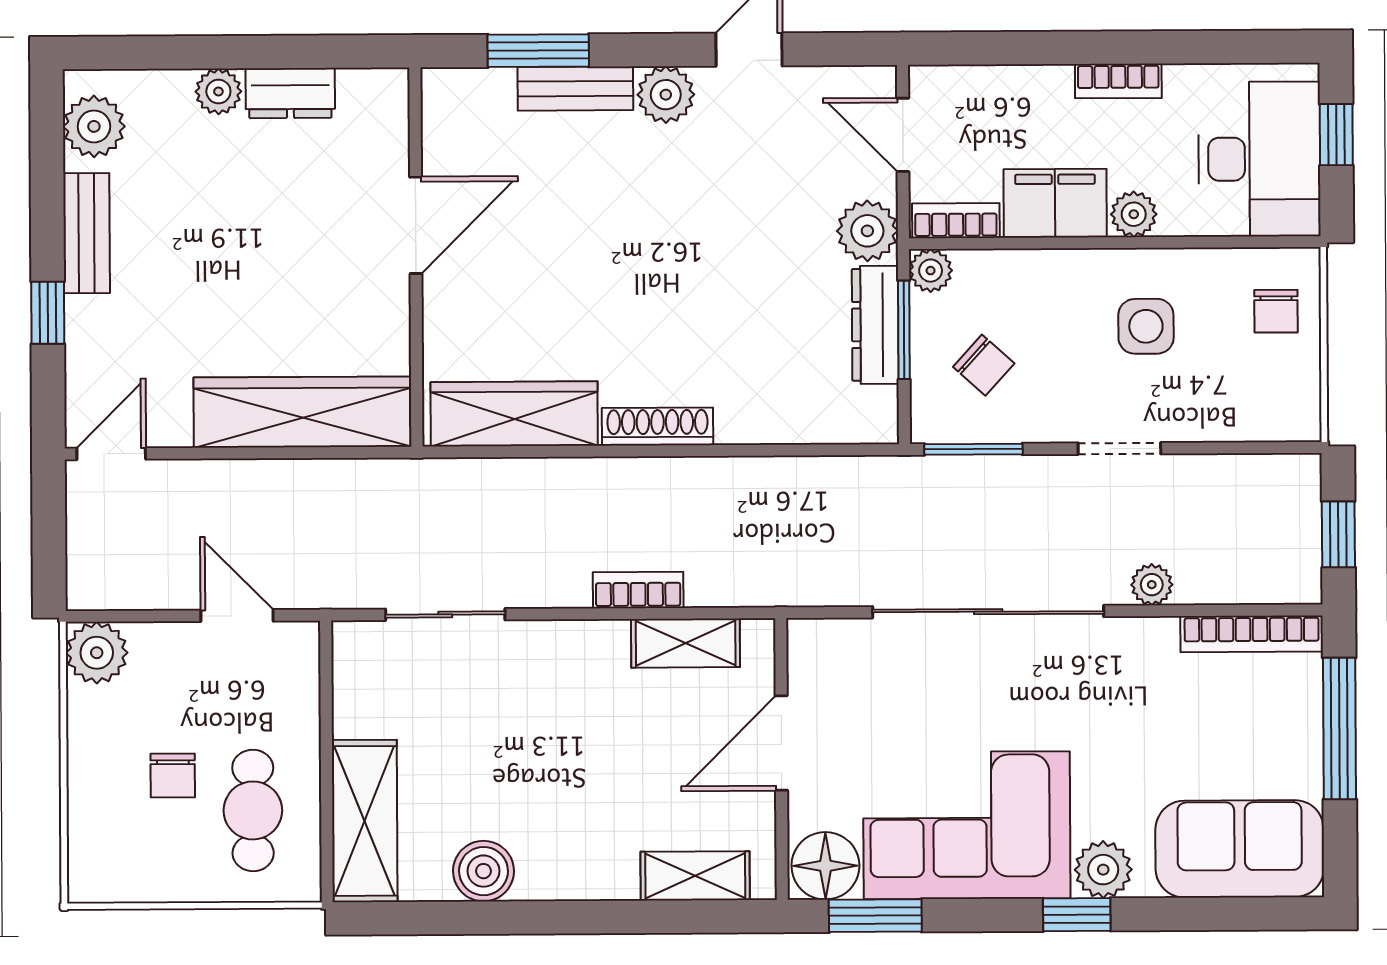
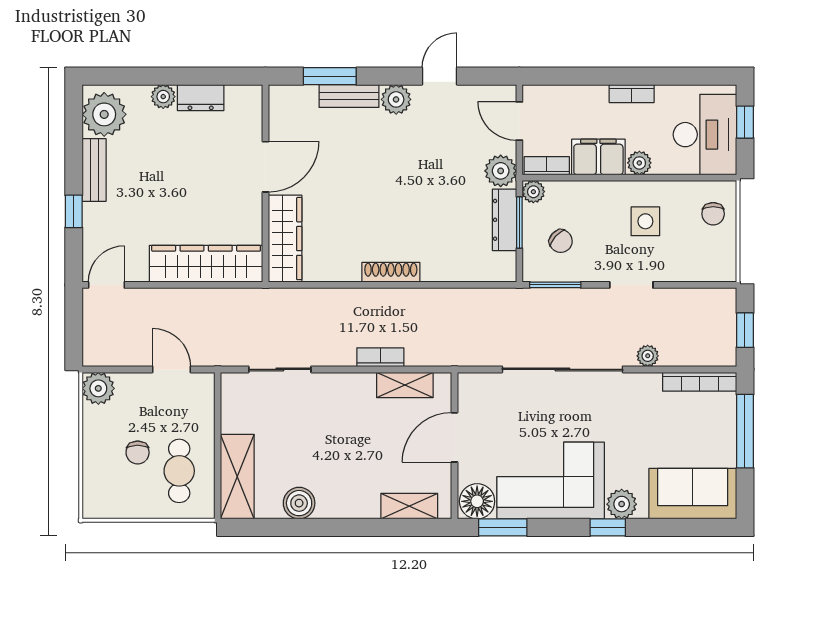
plant: (94, 126) -> (104, 114), width x1.36, depth x1.36
wardrobe: (514, 414) -> (285, 239), moved, turned 90

